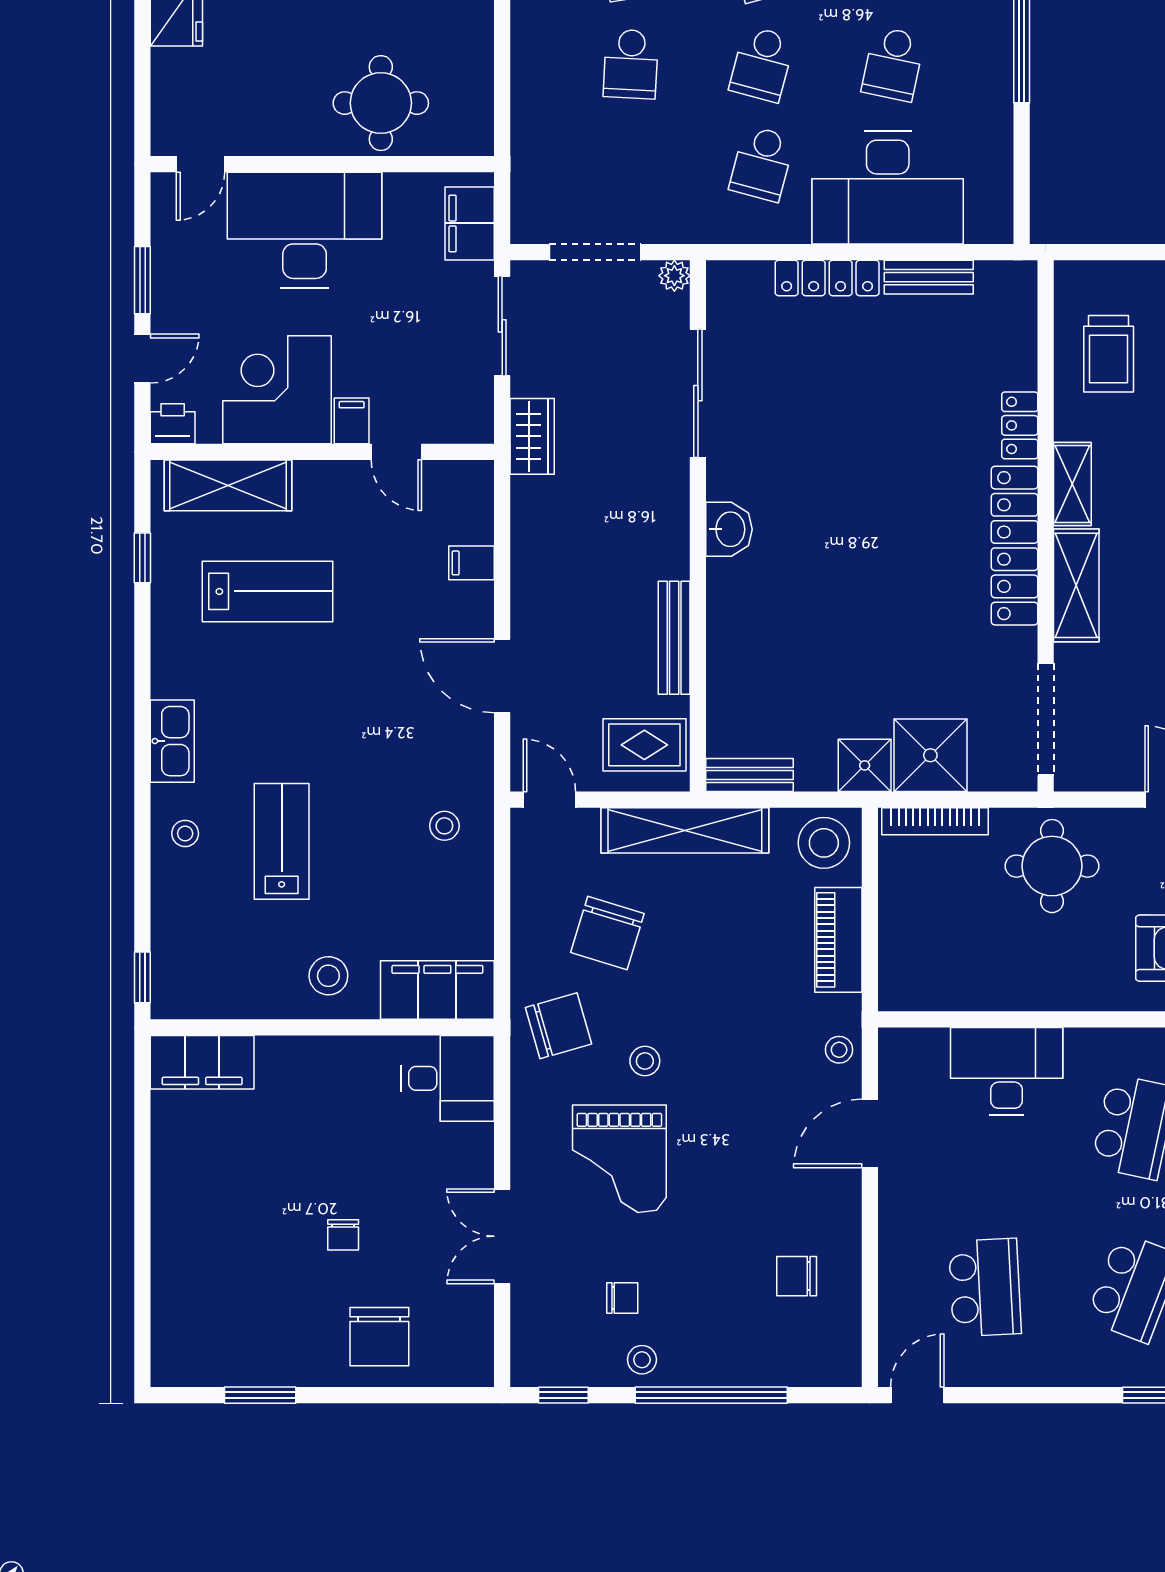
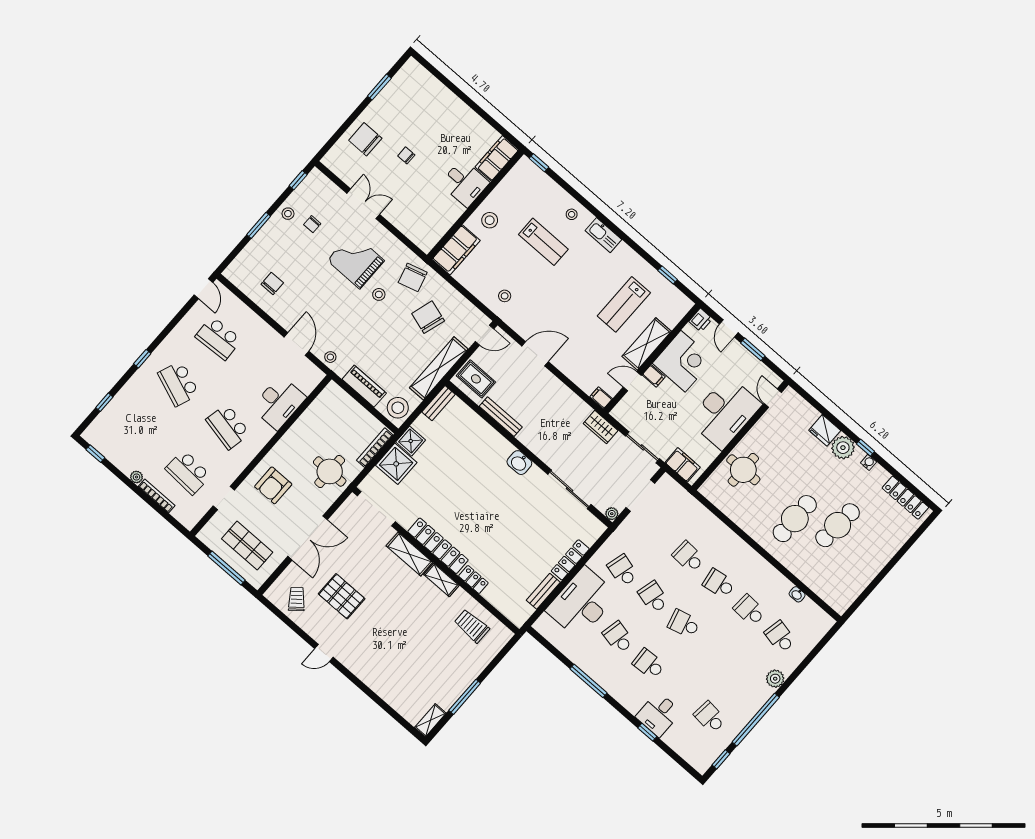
shelving: (228, 485) -> (647, 344), moved
filing cabinet: (471, 563) -> (601, 398), moved, turned -90
rug: (644, 745) -> (476, 379), turned 90
desk: (448, 1078) -> (465, 183), moved, turned -90
window: (711, 1395) -> (259, 225), width x0.47

